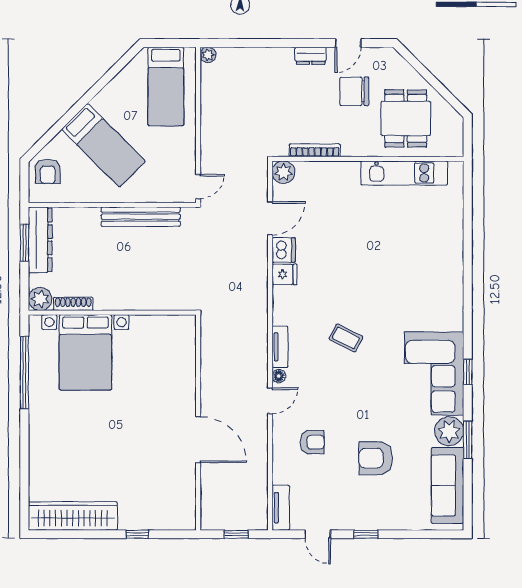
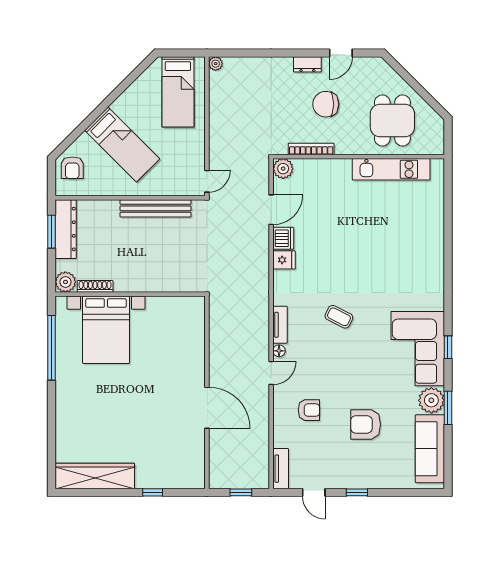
chair: (354, 91) -> (326, 104), moved

